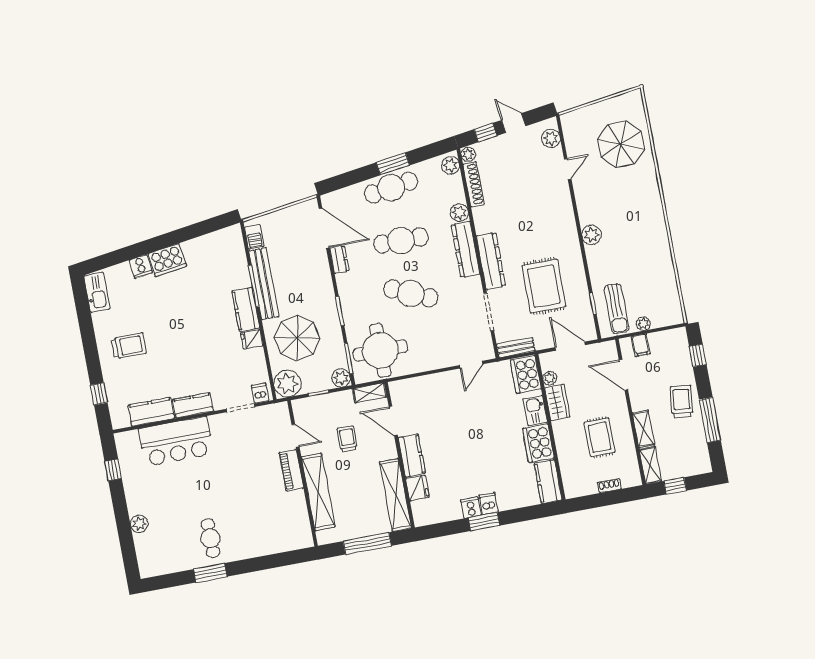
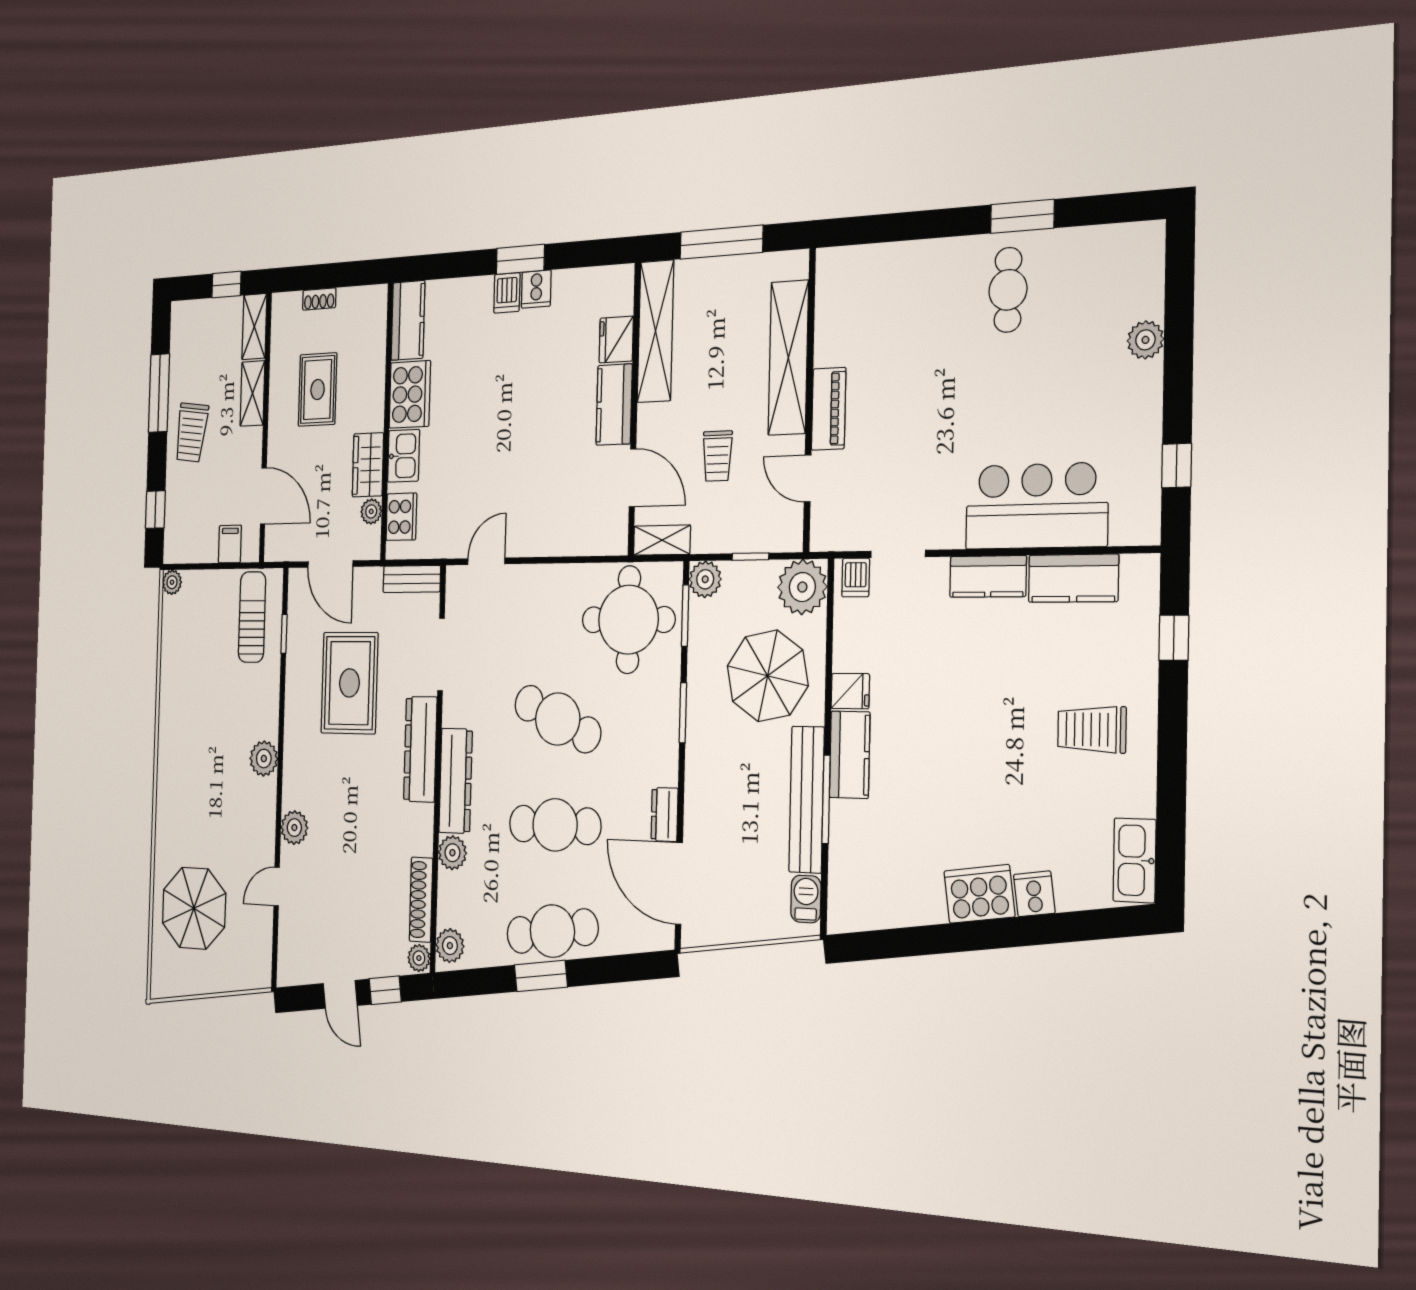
plant: (551, 138) -> (294, 828), moved
plant: (643, 324) -> (172, 582), moved
cooker: (526, 375) -> (401, 517), width x0.73, depth x0.76

